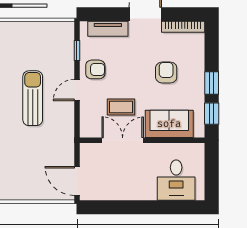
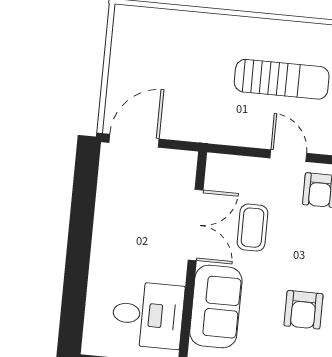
armchair: (166, 72) -> (303, 310), turned 90
desk: (176, 180) -> (148, 315), moved, turned 180

